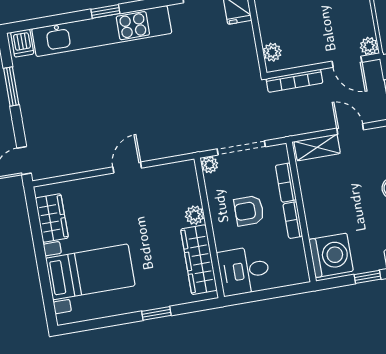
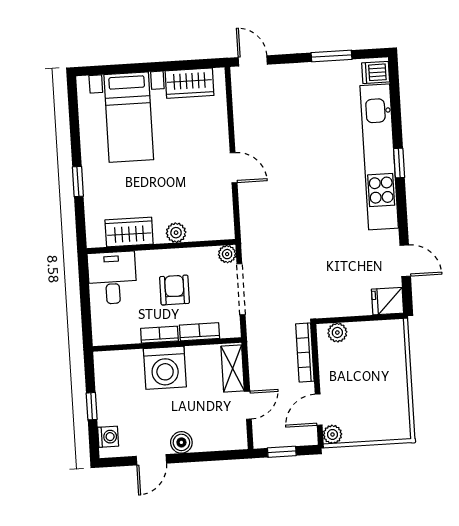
washing machine: (331, 255) -> (165, 368), moved
wardrobe: (199, 260) -> (129, 232), width x0.67

